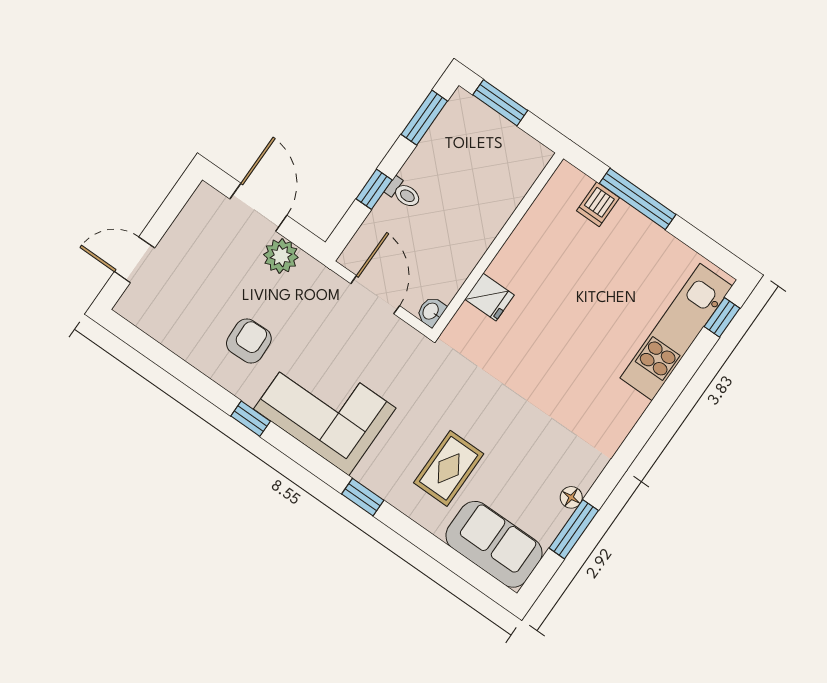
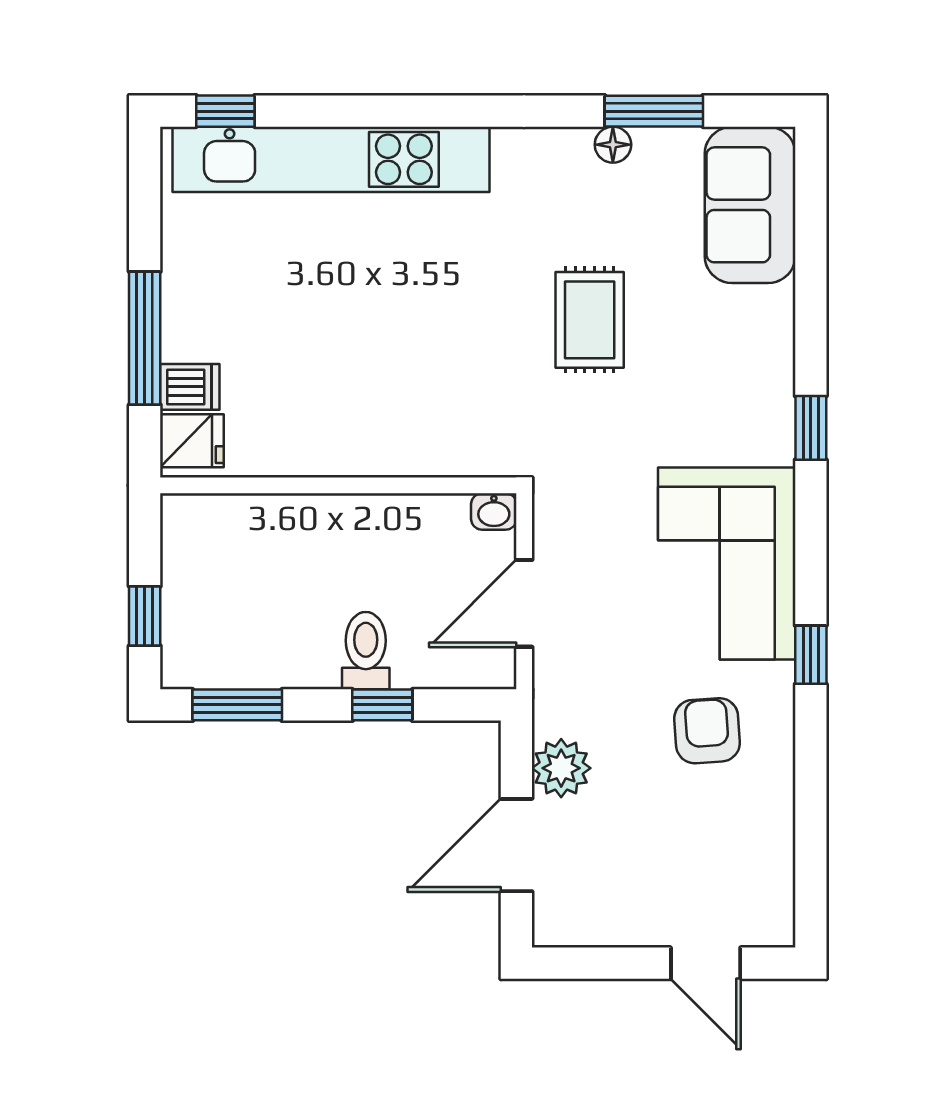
window: (500, 103) -> (145, 616), width x0.67
toilet: (404, 193) -> (366, 651), width x1.37, depth x1.39
fridge: (489, 297) -> (192, 441), moved, turned 90
kitchen unit: (676, 332) -> (331, 159), width x1.36
armchair: (249, 341) -> (707, 731), turned 88
rug: (449, 468) -> (590, 320), moved, turned 90

